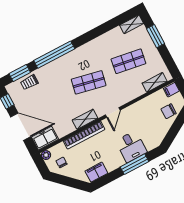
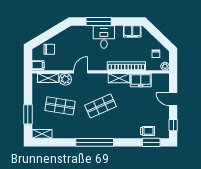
window: (54, 55) -> (95, 142), moved
shop shelf: (89, 82) -> (101, 106), turned -36
plant: (137, 90) -> (65, 79), added
door: (113, 112) -> (81, 72), moved
door: (21, 127) -> (173, 99), width x0.53
freezer: (45, 138) -> (141, 80), moved
desk: (131, 147) -> (104, 37), moved

